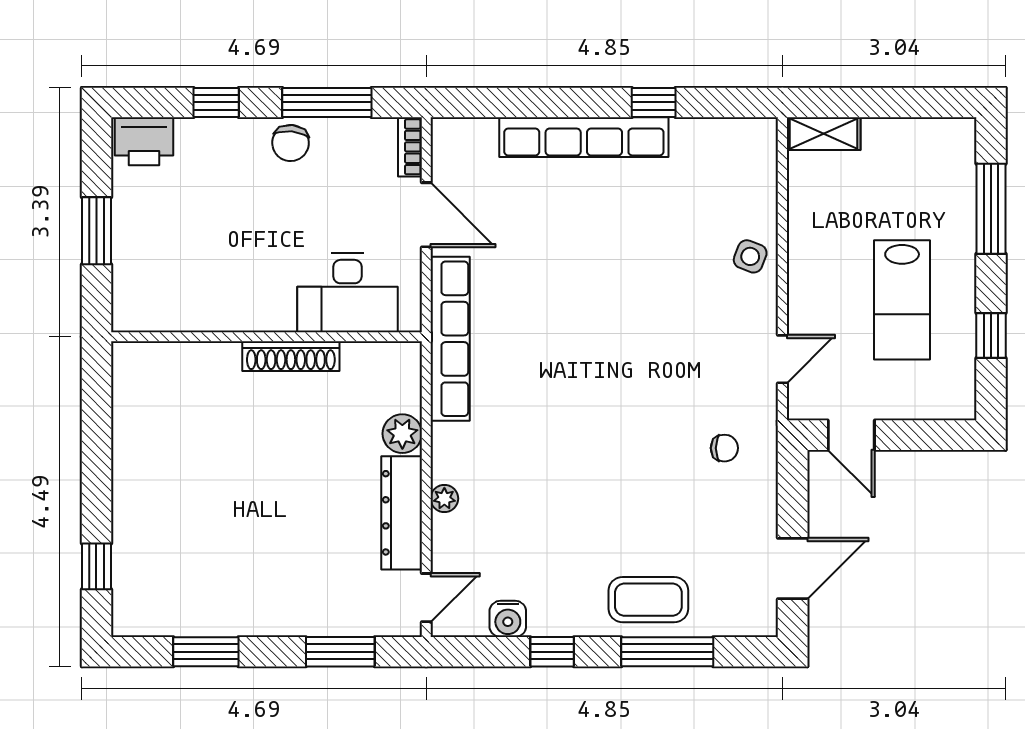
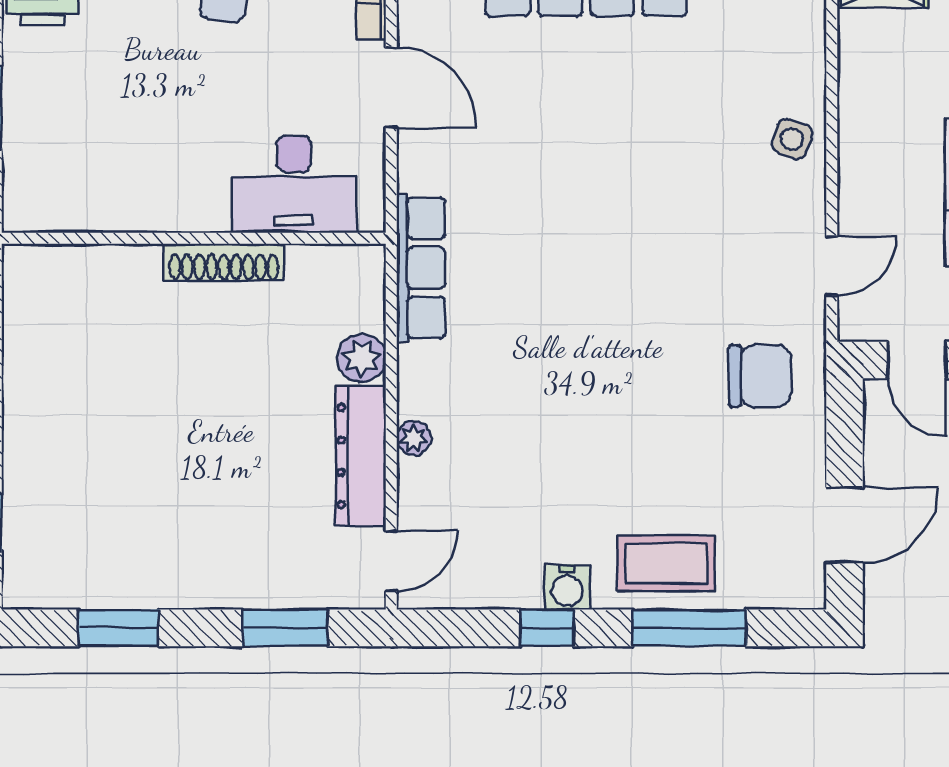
row of seats: (450, 339) -> (421, 268), width x0.73
chair: (724, 448) -> (760, 376), width x1.87, depth x1.87
water cooler: (508, 619) -> (567, 587), moved

